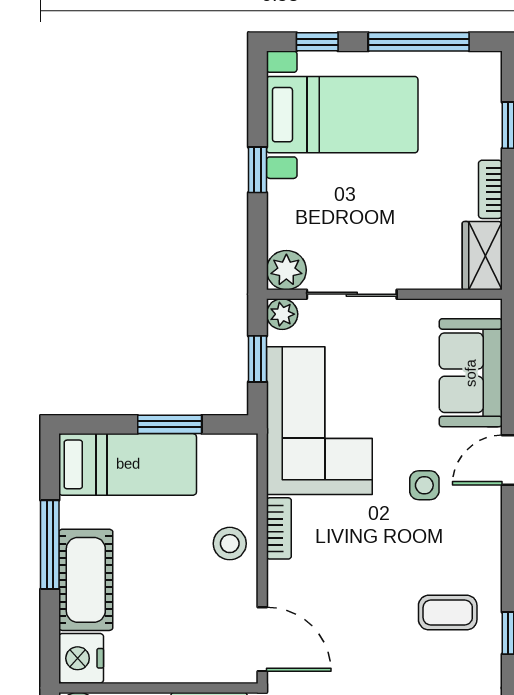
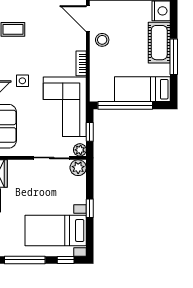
window: (170, 424) -> (125, 105), width x2.11
stool: (230, 544) -> (102, 40), moved

